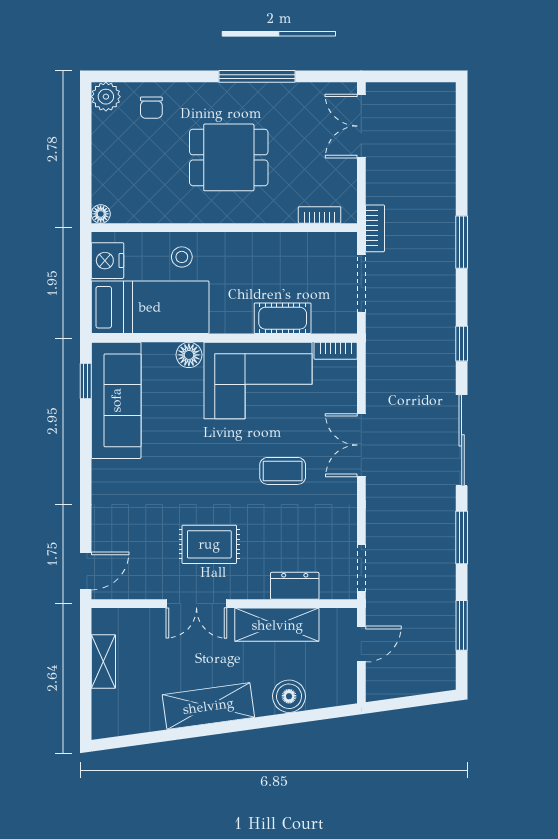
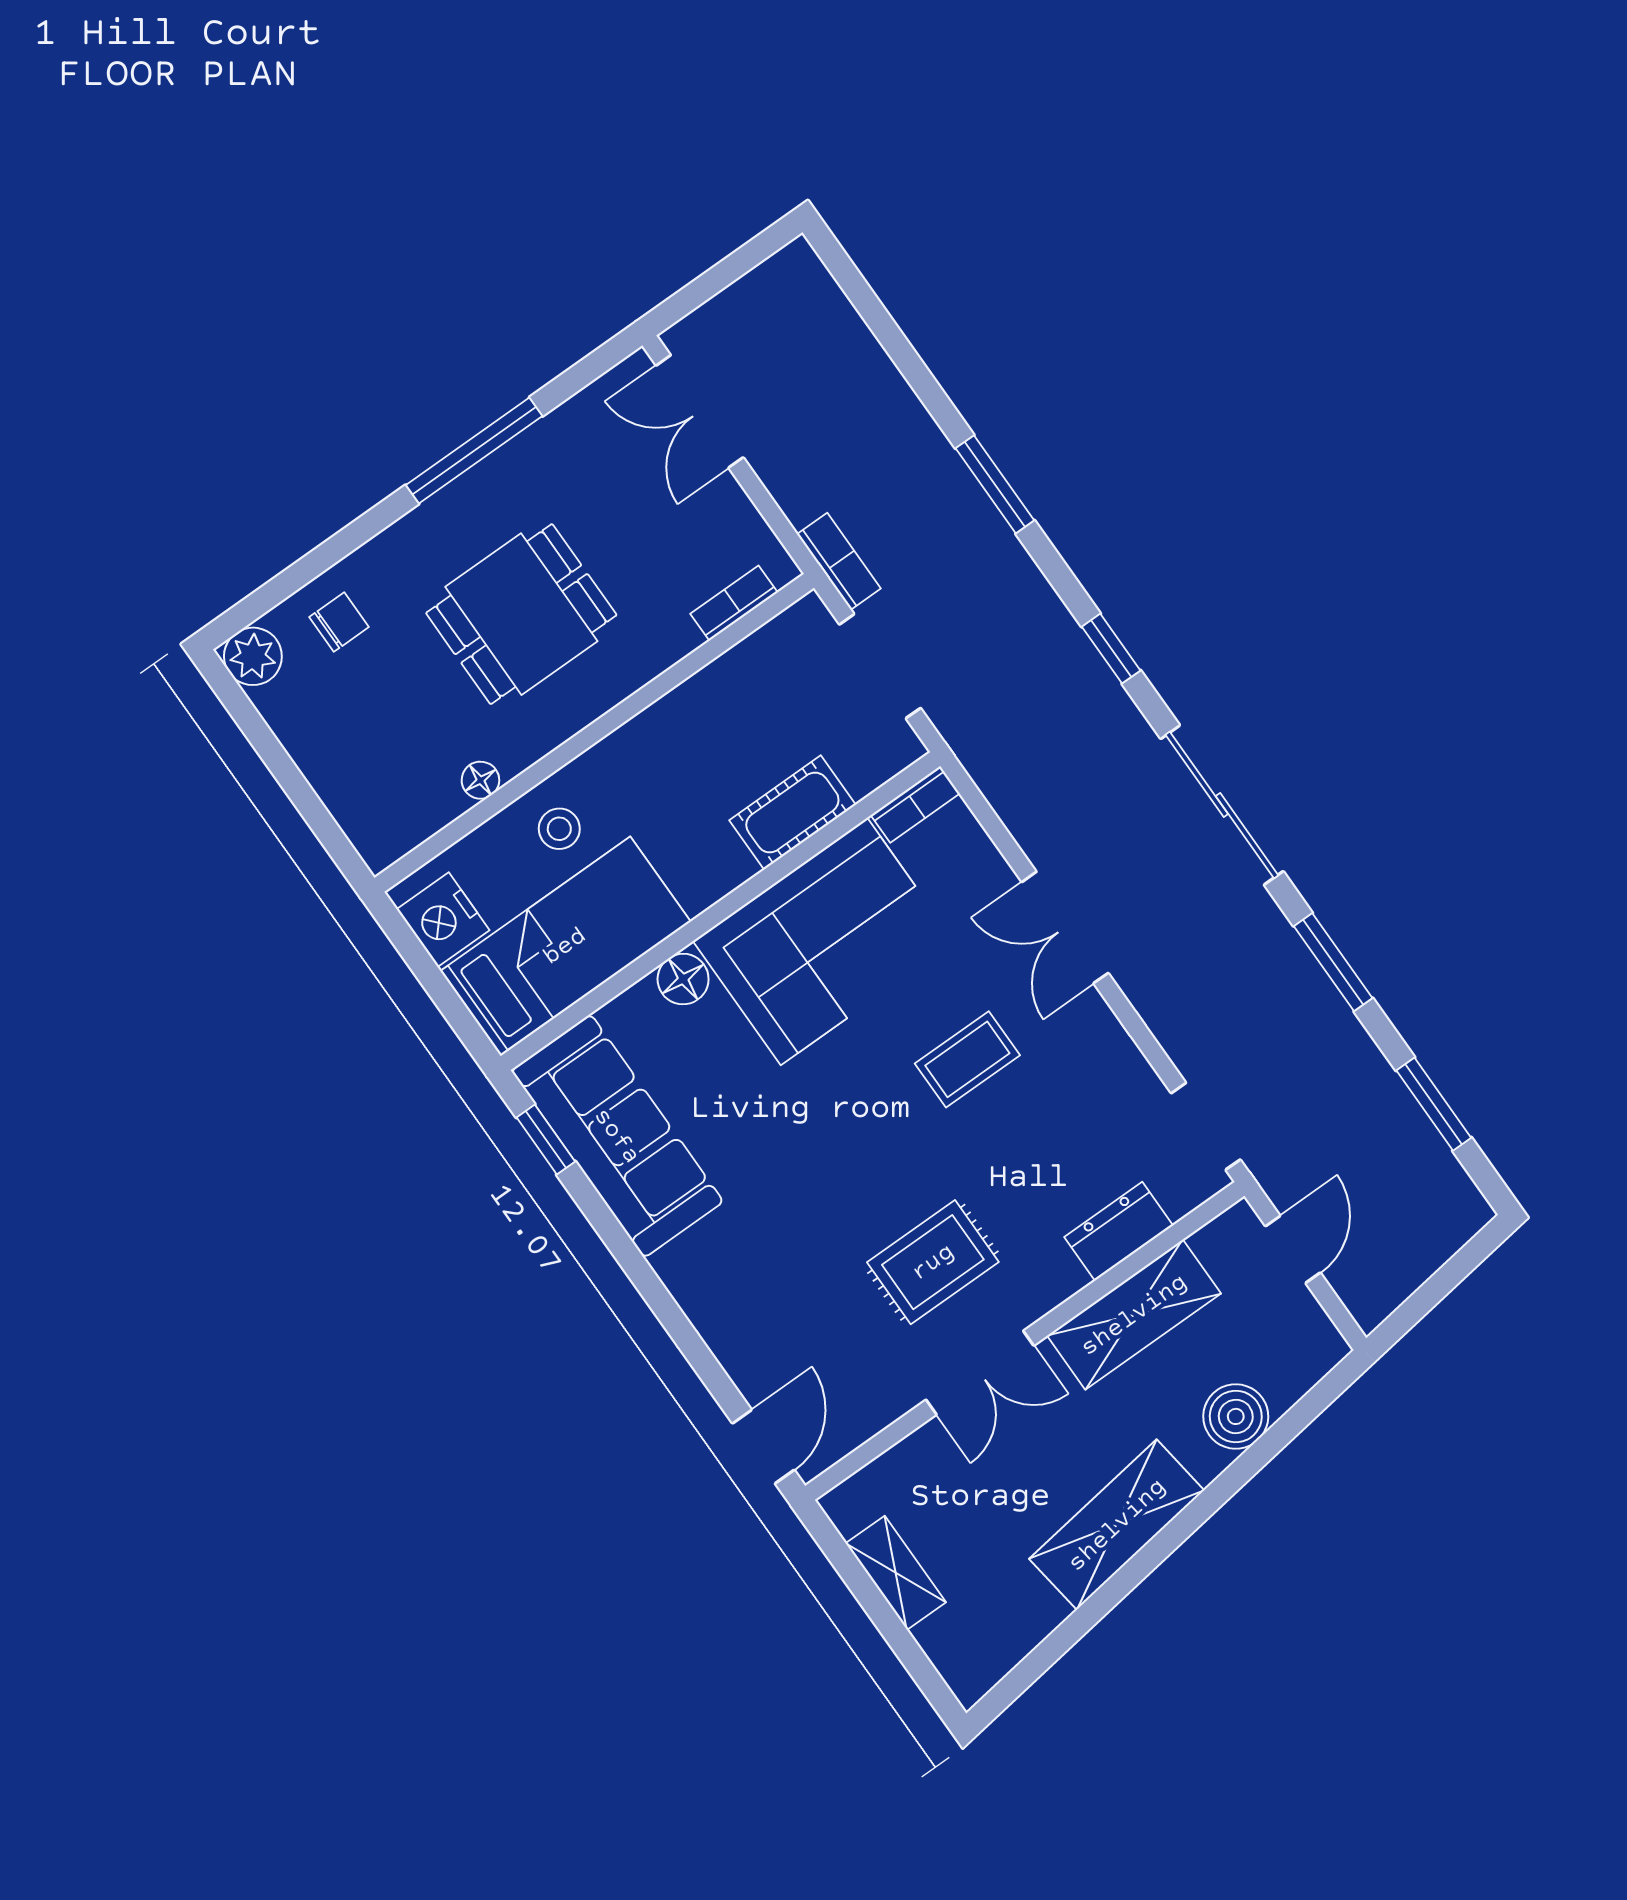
chair: (151, 108) -> (339, 622), turned -90
floor lamp: (101, 214) -> (480, 780), moved

